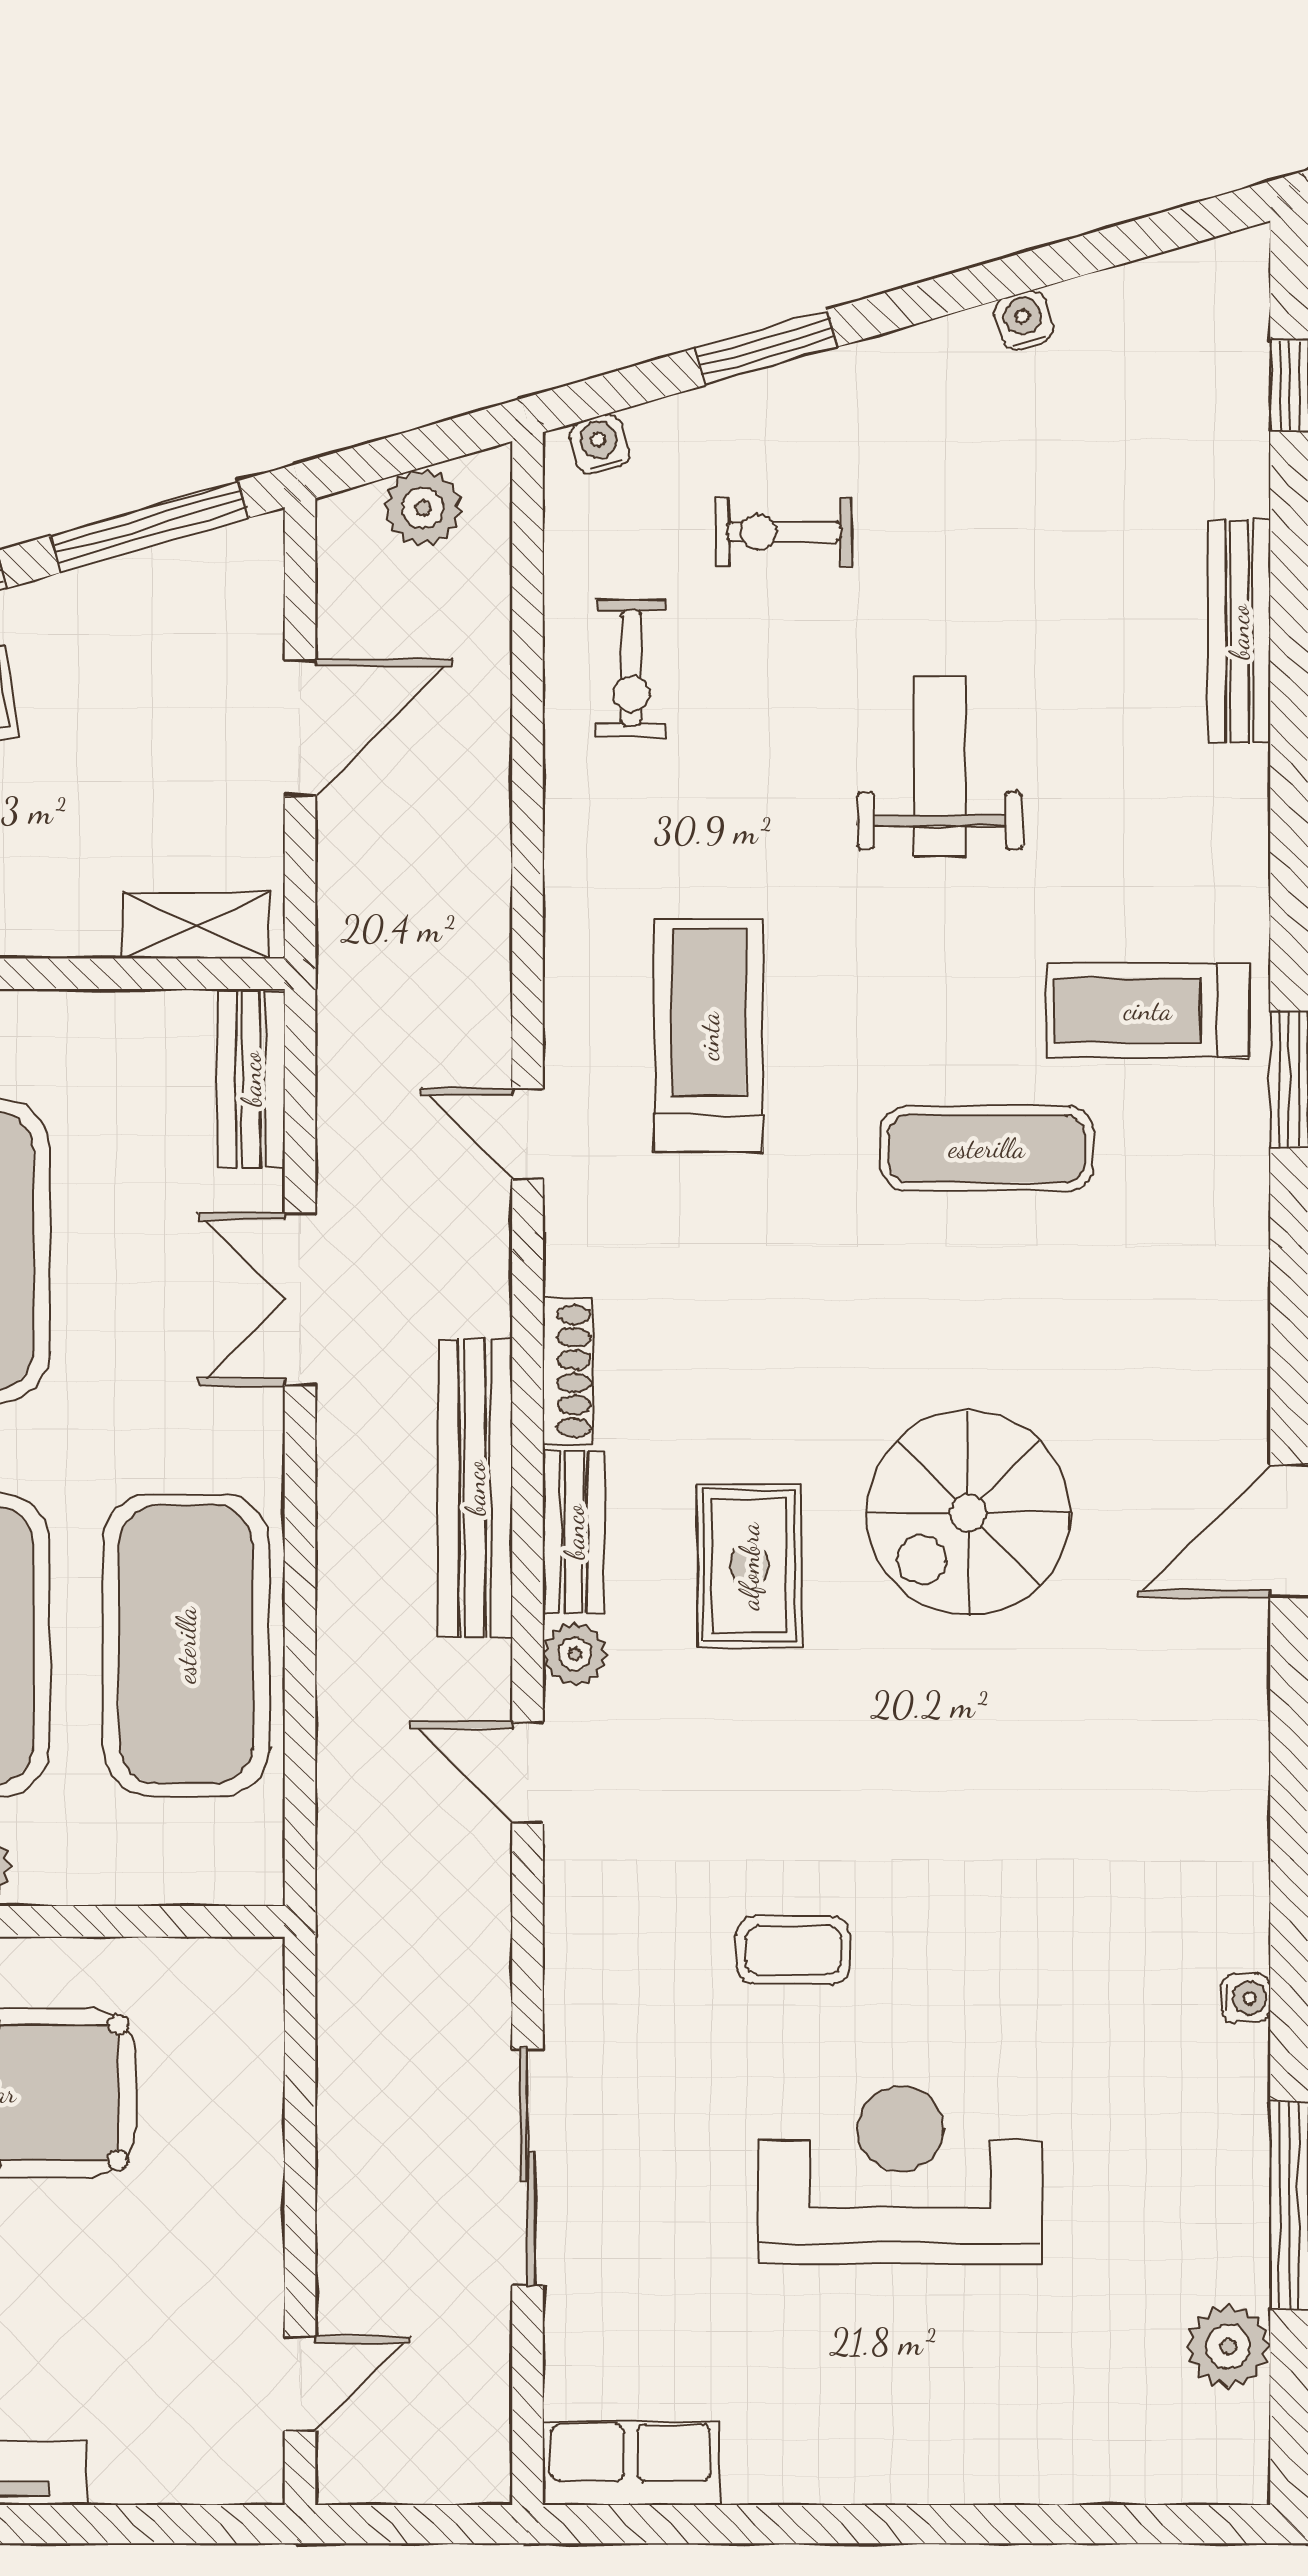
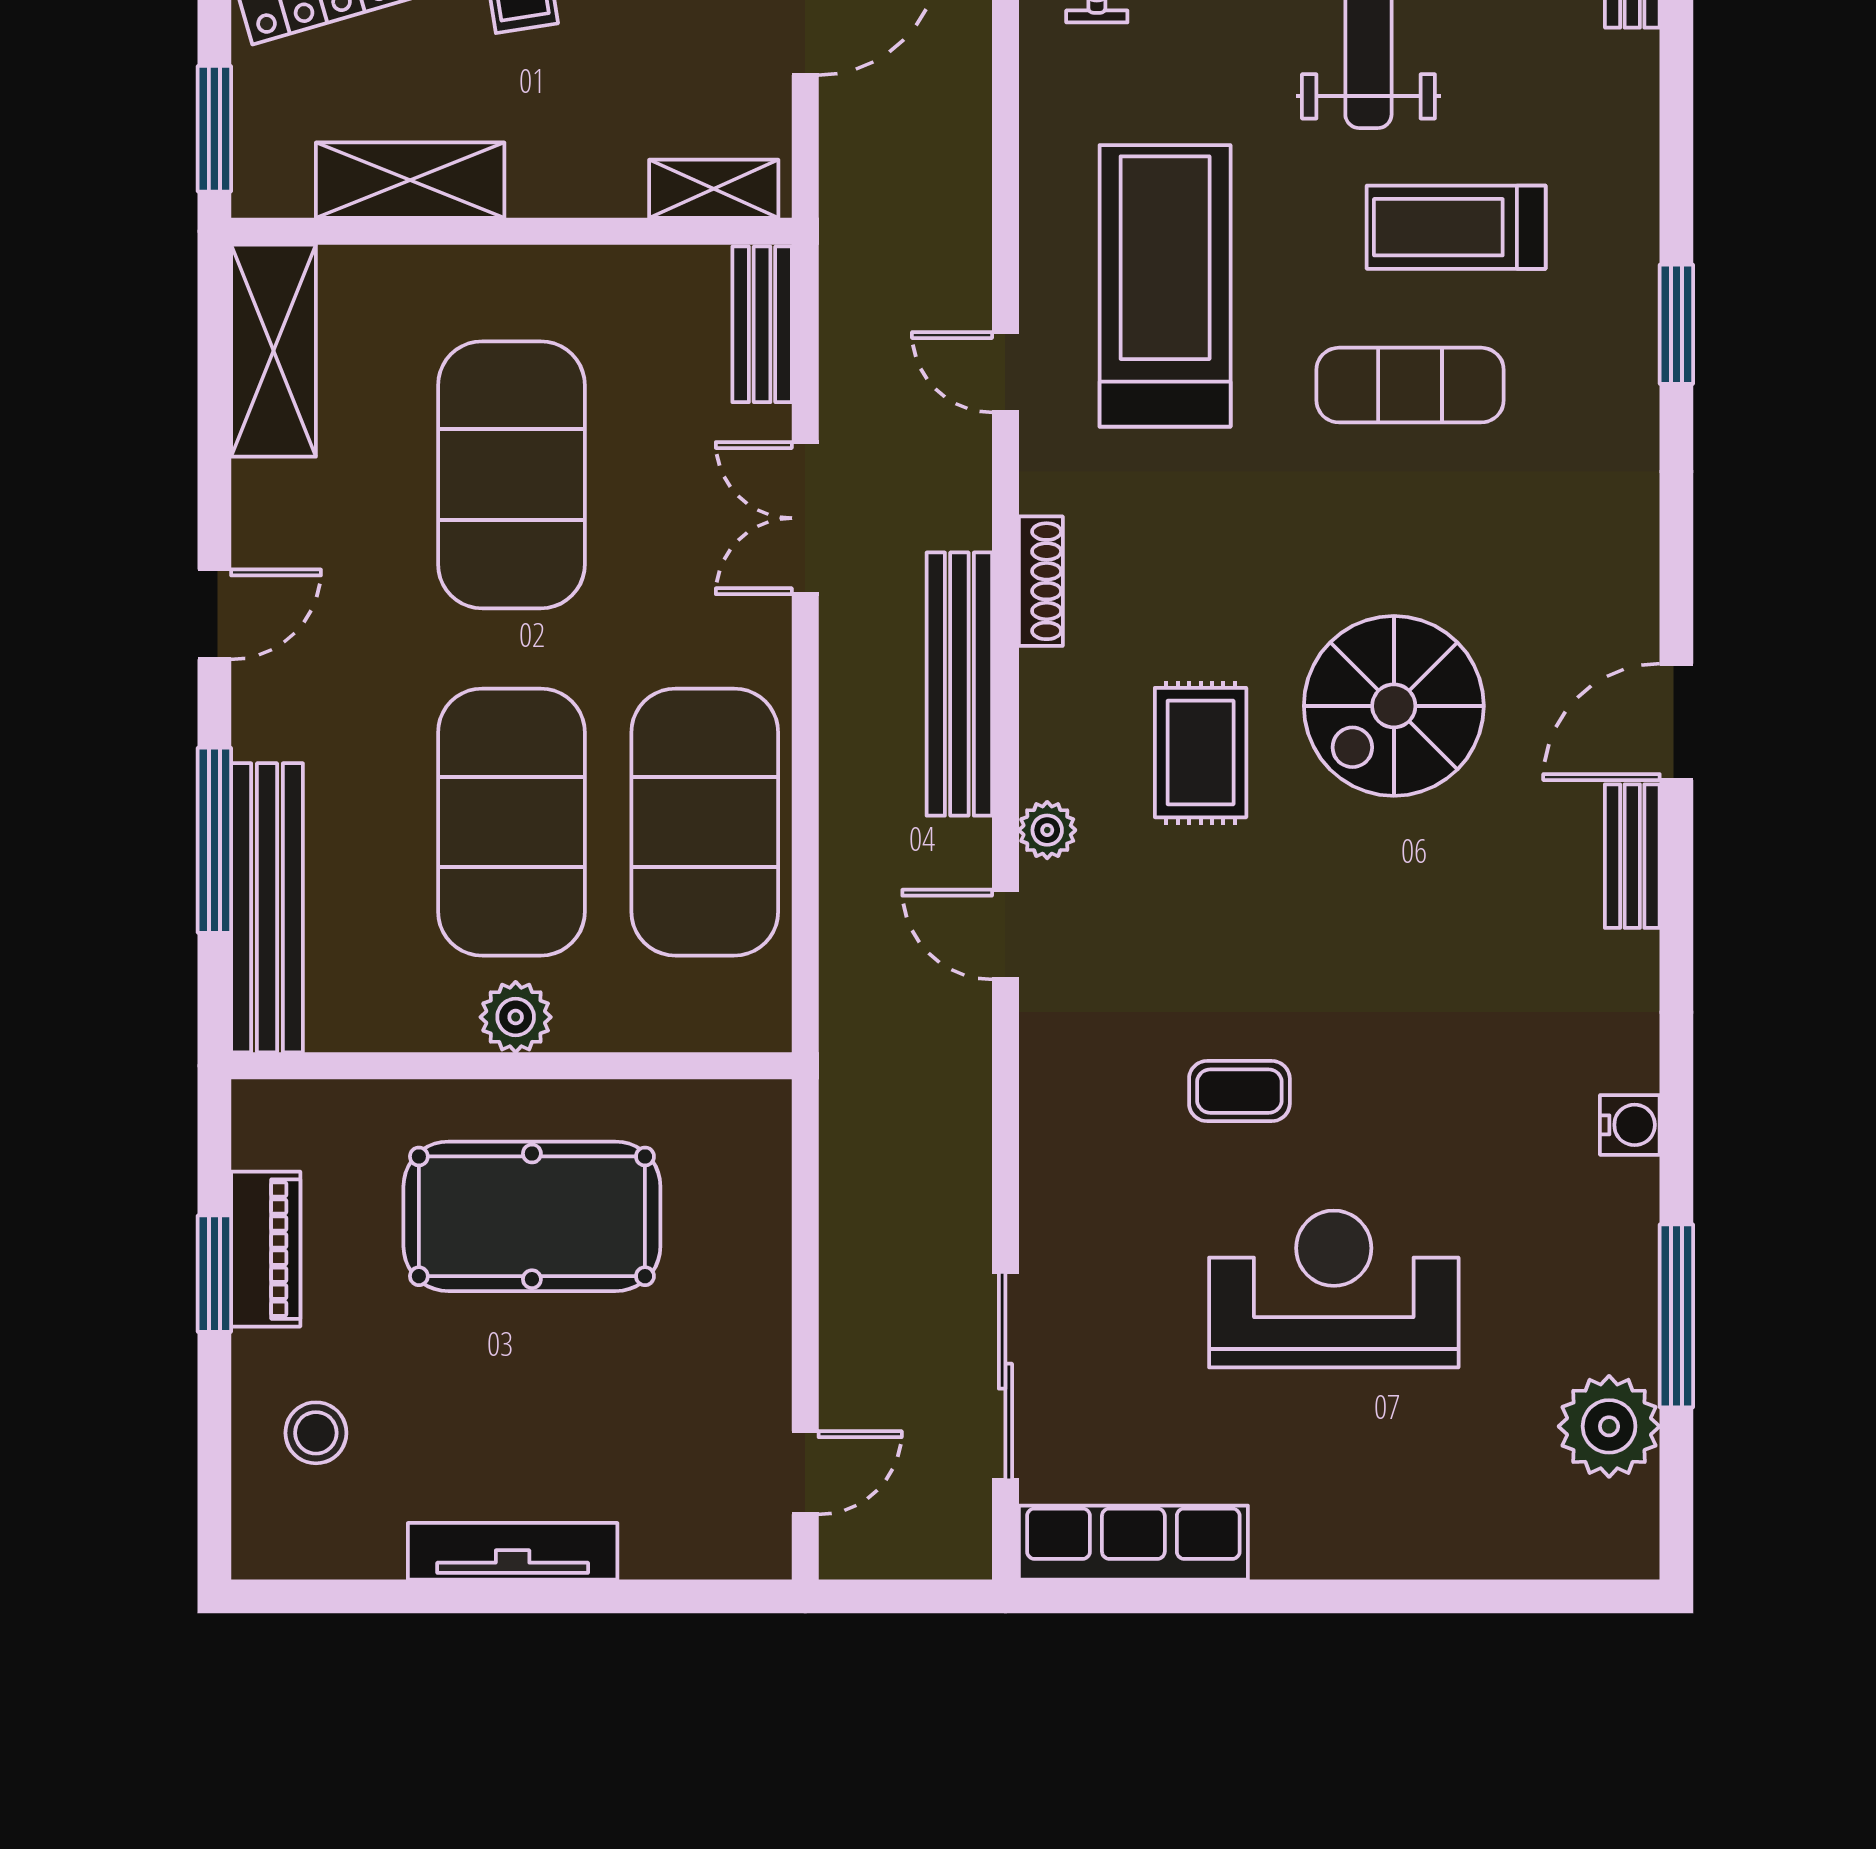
treadmill: (1148, 1010) -> (1456, 227), moved
treadmill: (709, 1036) -> (1165, 286), width x1.37, depth x1.37
bench: (574, 1532) -> (1632, 856), moved
water cooler: (1246, 1998) -> (1630, 1125), width x1.38, depth x1.38
sliding door: (527, 2167) -> (1005, 1376), moved
plant: (1228, 2346) -> (1609, 1426), width x1.36, depth x1.36
row of seats: (631, 2463) -> (1133, 1543), width x1.48

